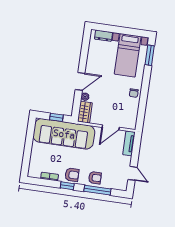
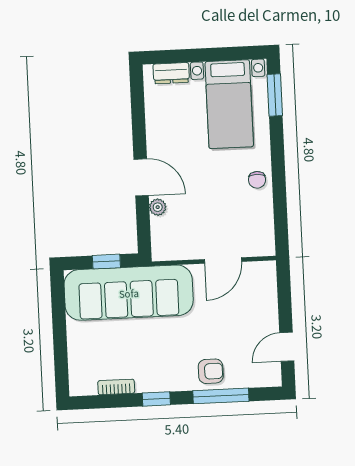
door: (80, 81) -> (141, 177), hinge flipped
wardrobe: (85, 112) -> (163, 239), removed
tv unit: (129, 143) -> (267, 286), removed
door: (132, 173) -> (287, 347), swing flipped
armchair: (72, 175) -> (162, 374), removed

